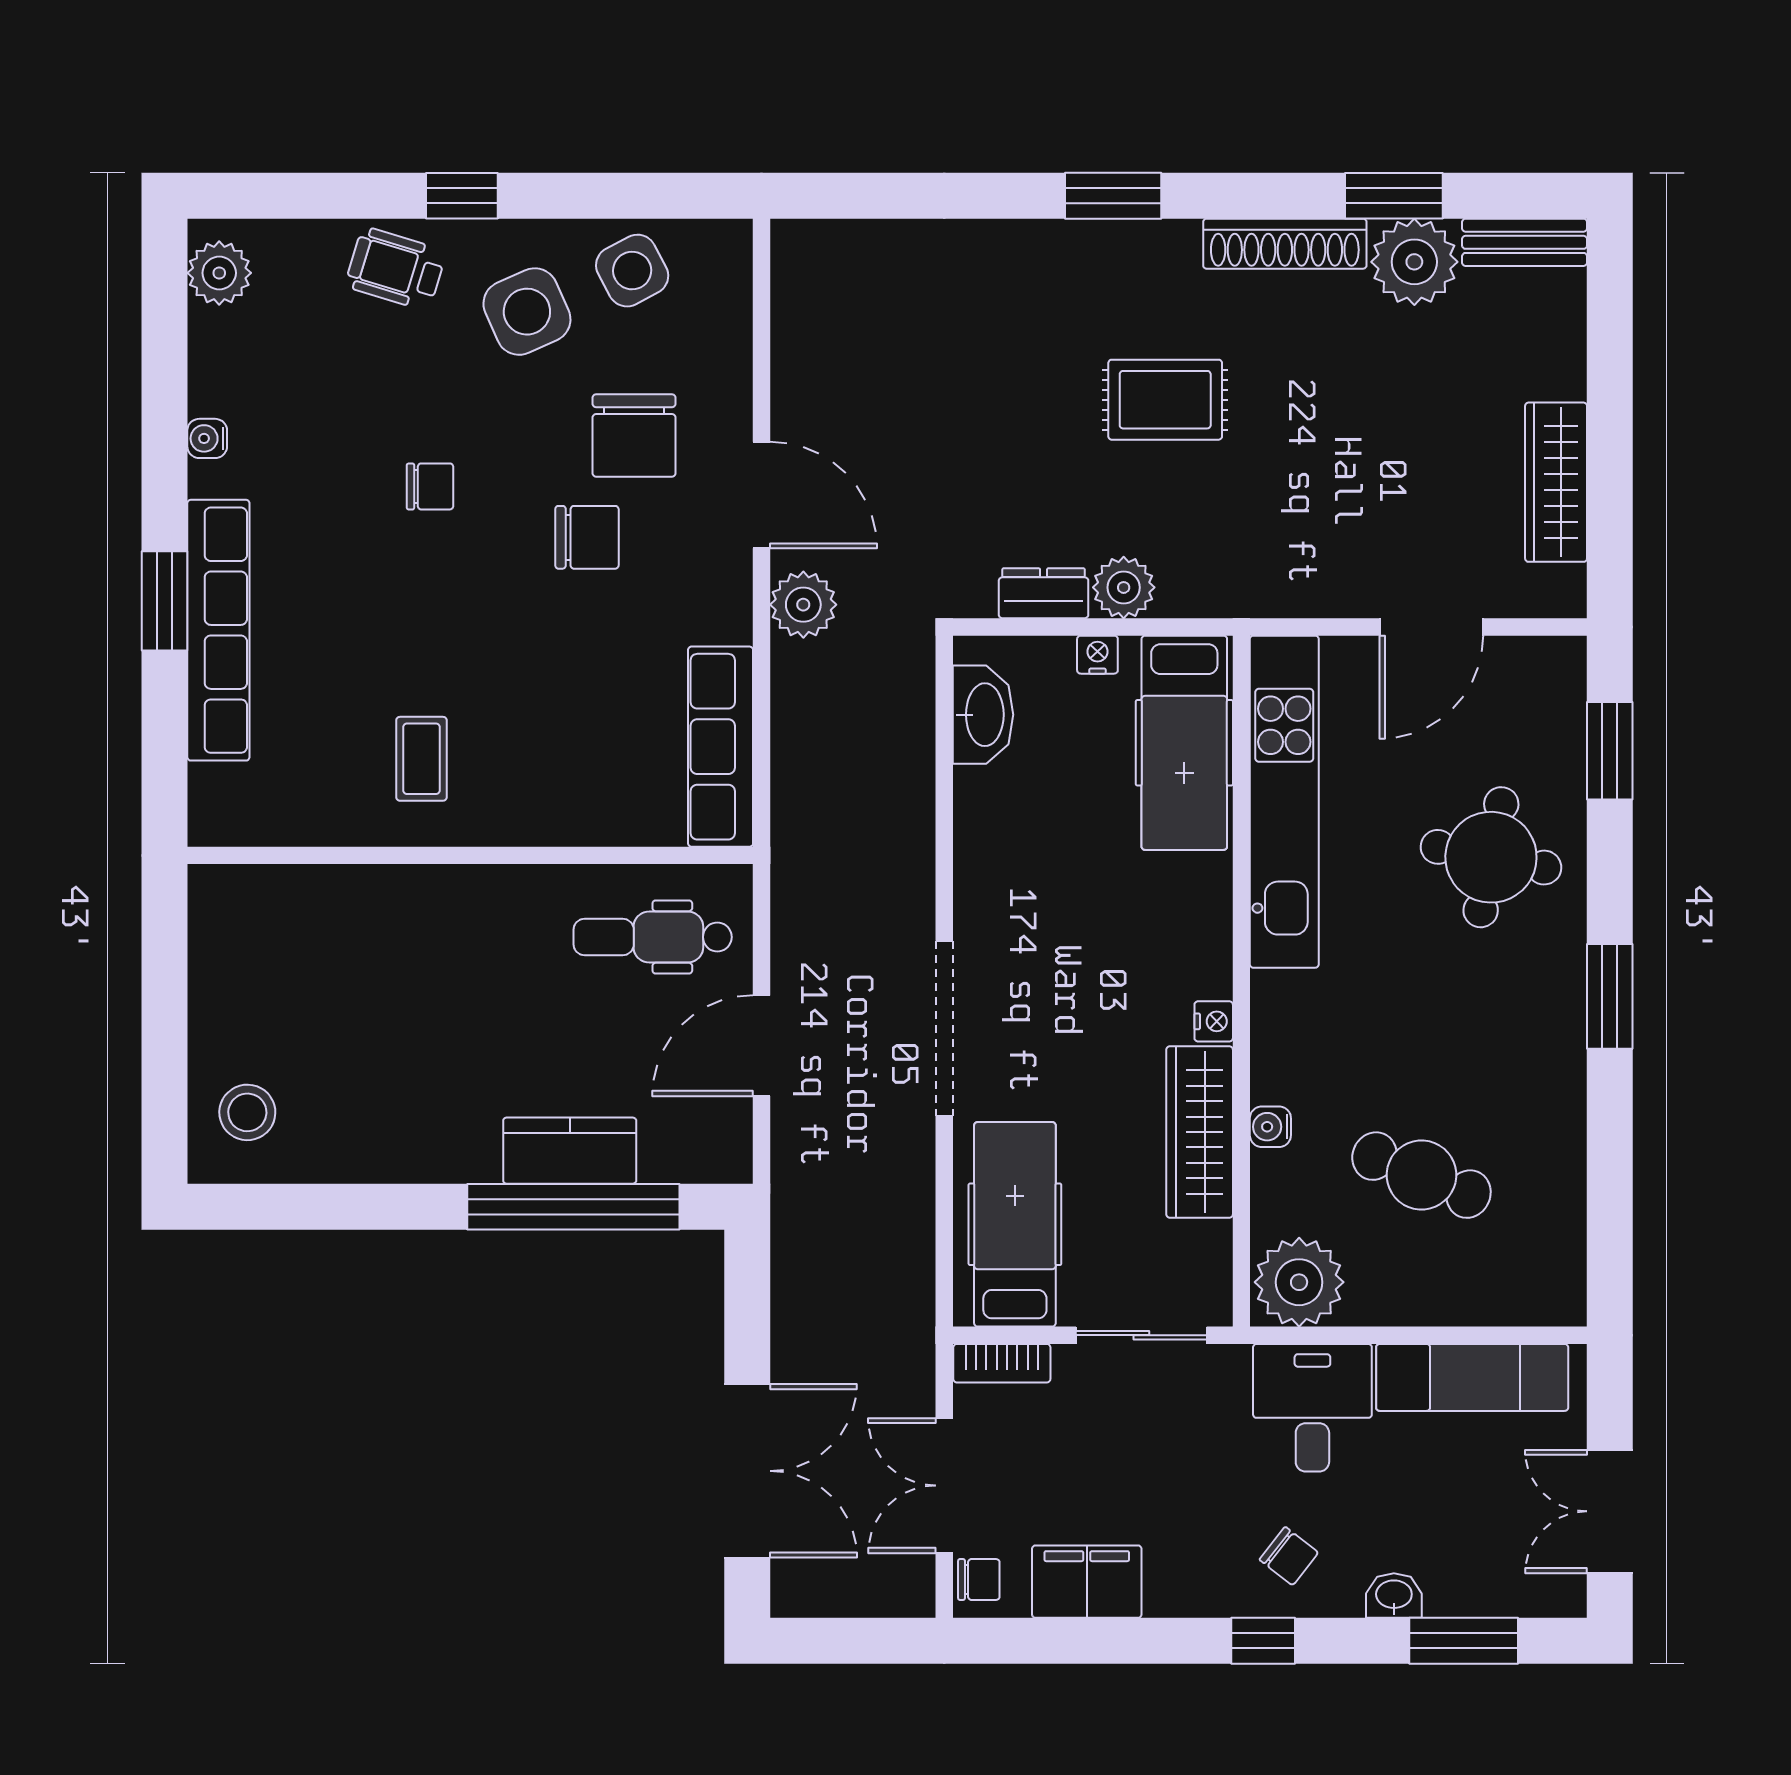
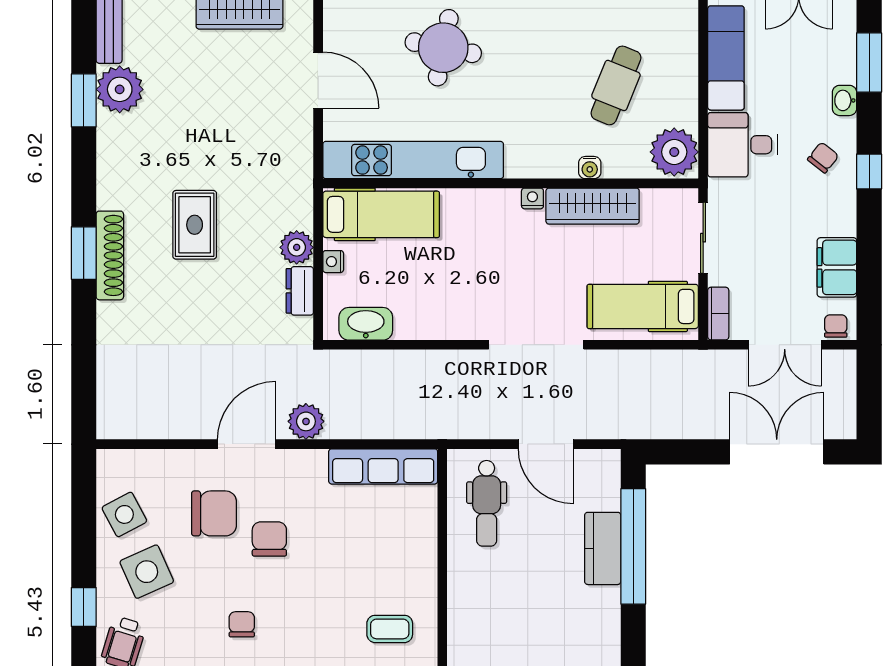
shoe rack: (1285, 244) -> (110, 255), moved

